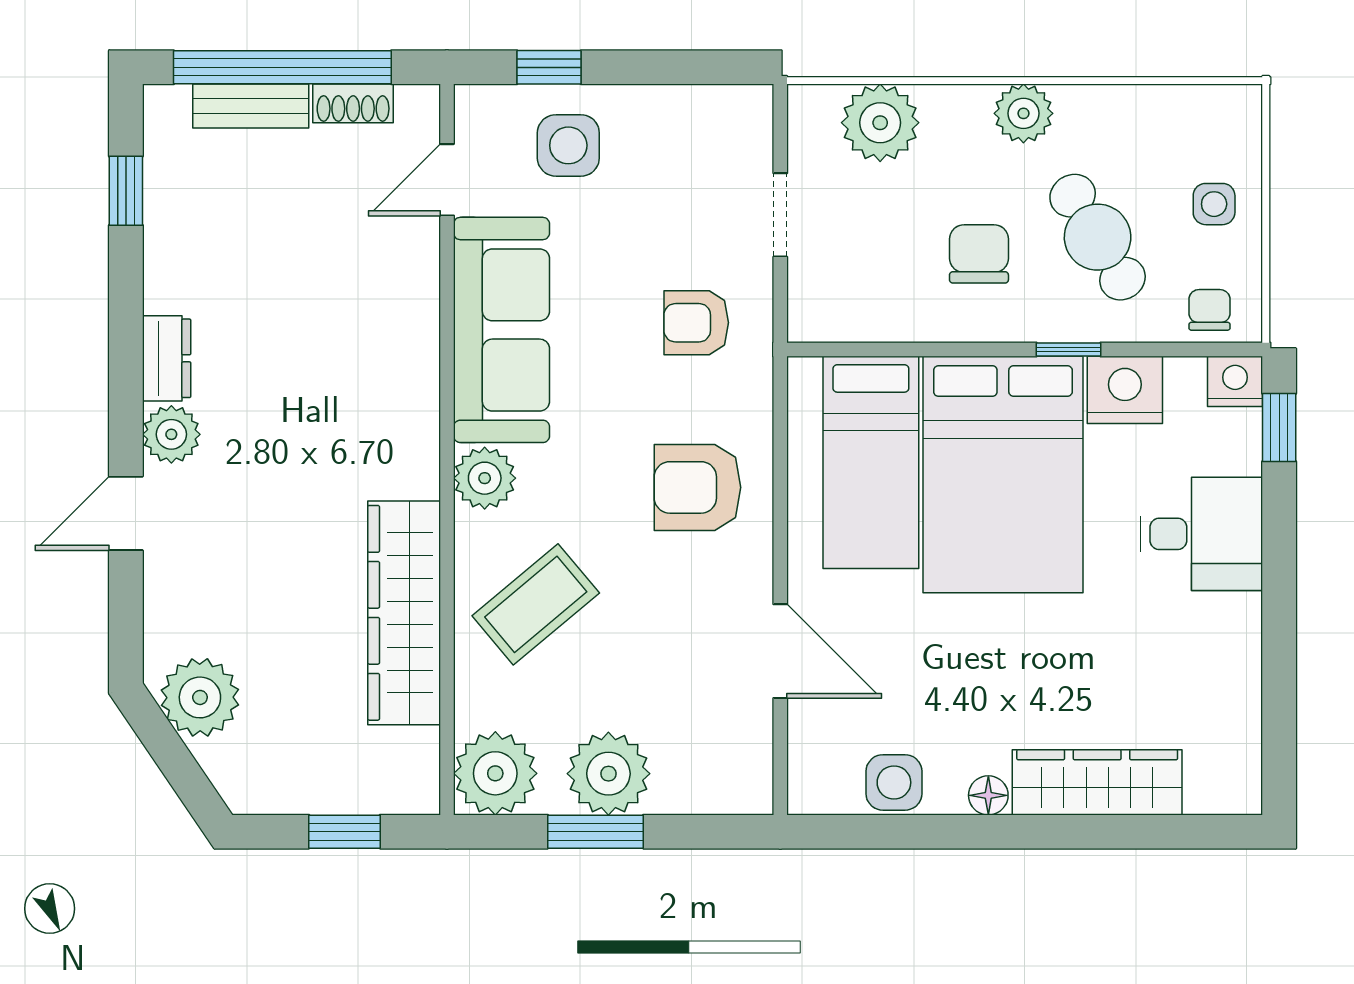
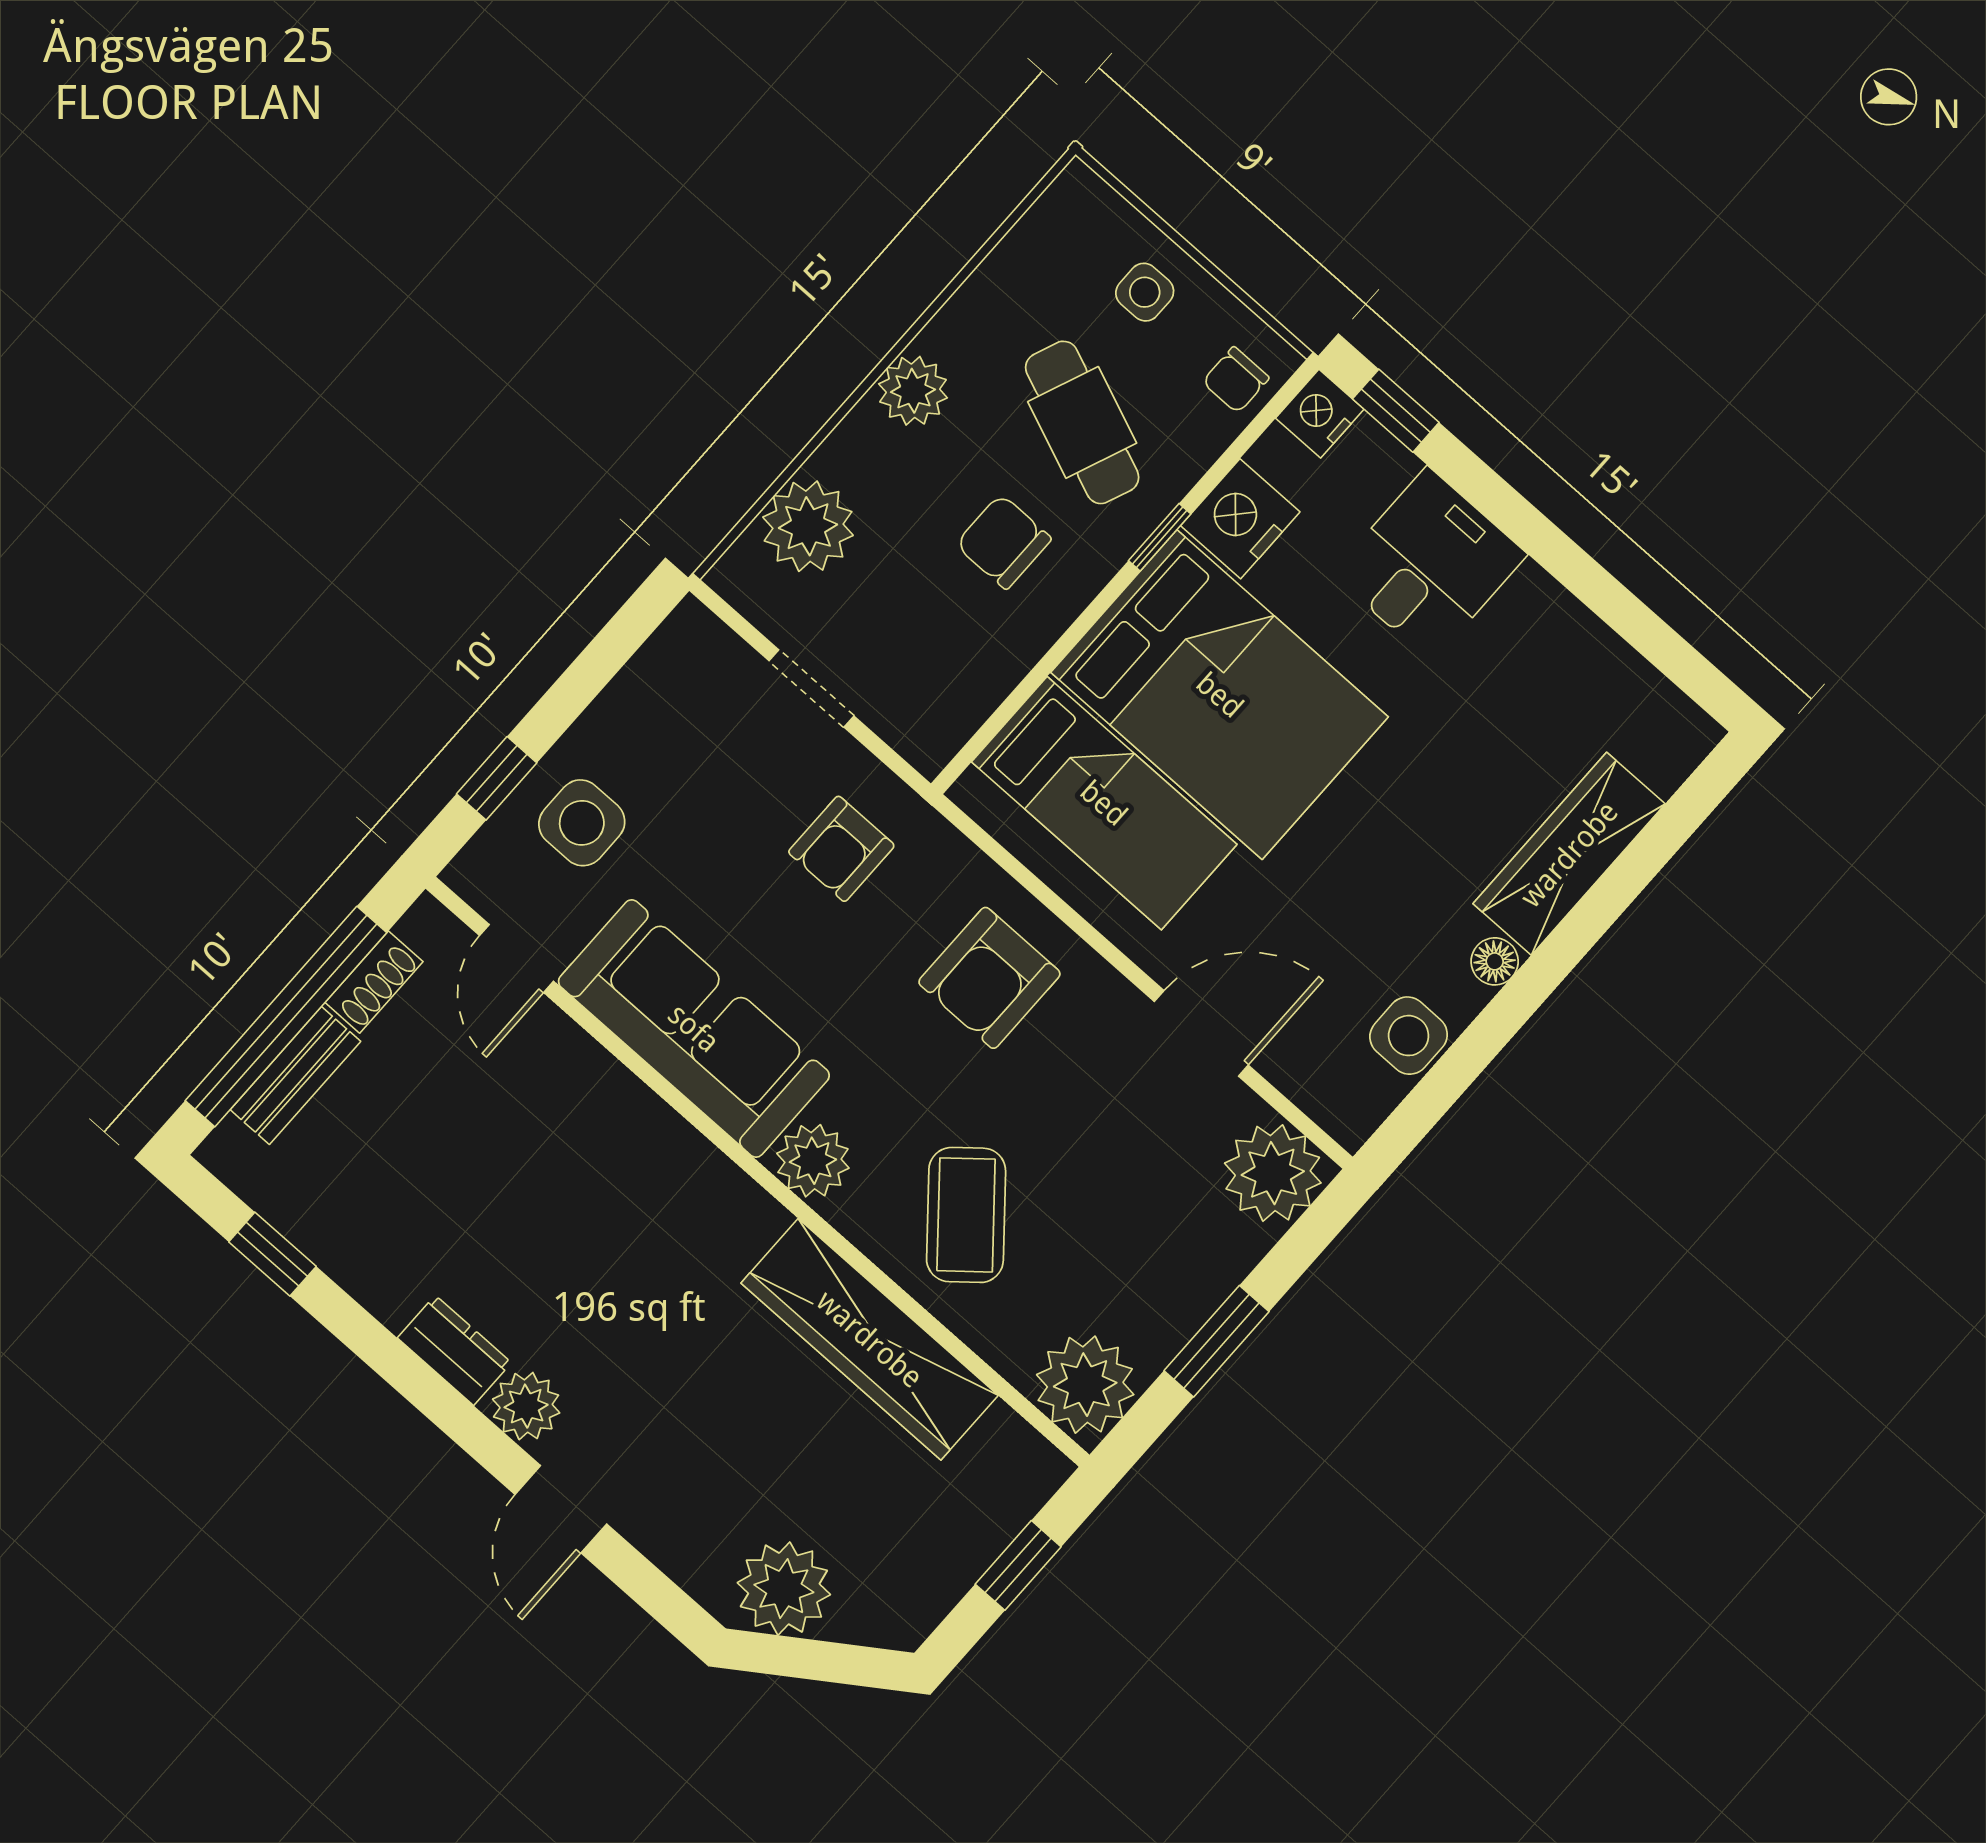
cafe table: (1098, 237) -> (1082, 422), turned 53
chair: (1209, 310) -> (1236, 380), turned -90
plant: (608, 774) -> (1273, 1173), moved

